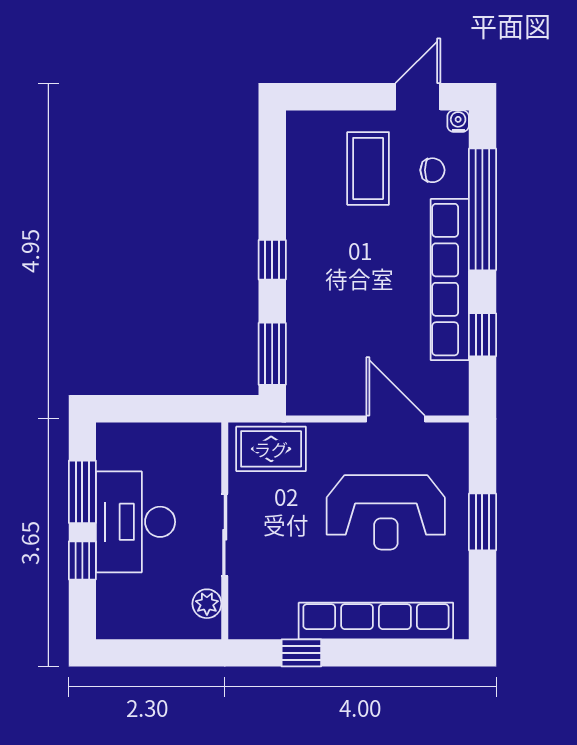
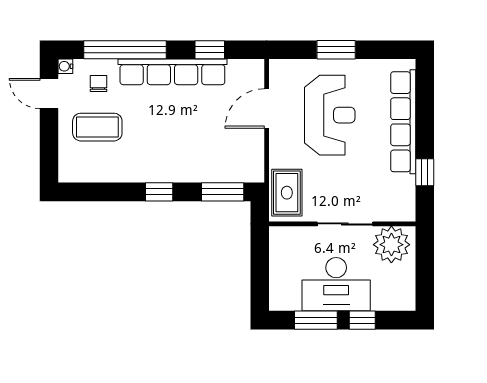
plant: (207, 604) -> (391, 245), width x1.87, depth x1.87

